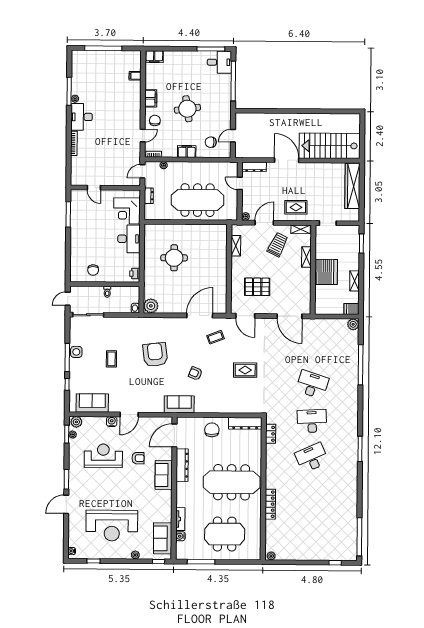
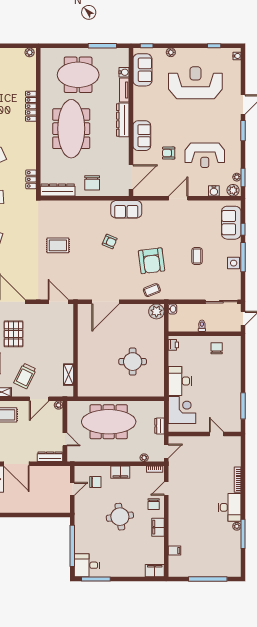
pallet: (257, 287) -> (14, 334), moved, turned 90
coffee table: (215, 337) -> (152, 290), moved
sofa: (92, 403) -> (231, 223), moved, turned 90
water cooler: (112, 422) -> (214, 191), moved
dresser: (182, 465) -> (123, 120), moved
meeting table: (232, 482) -> (71, 129), turned 90

